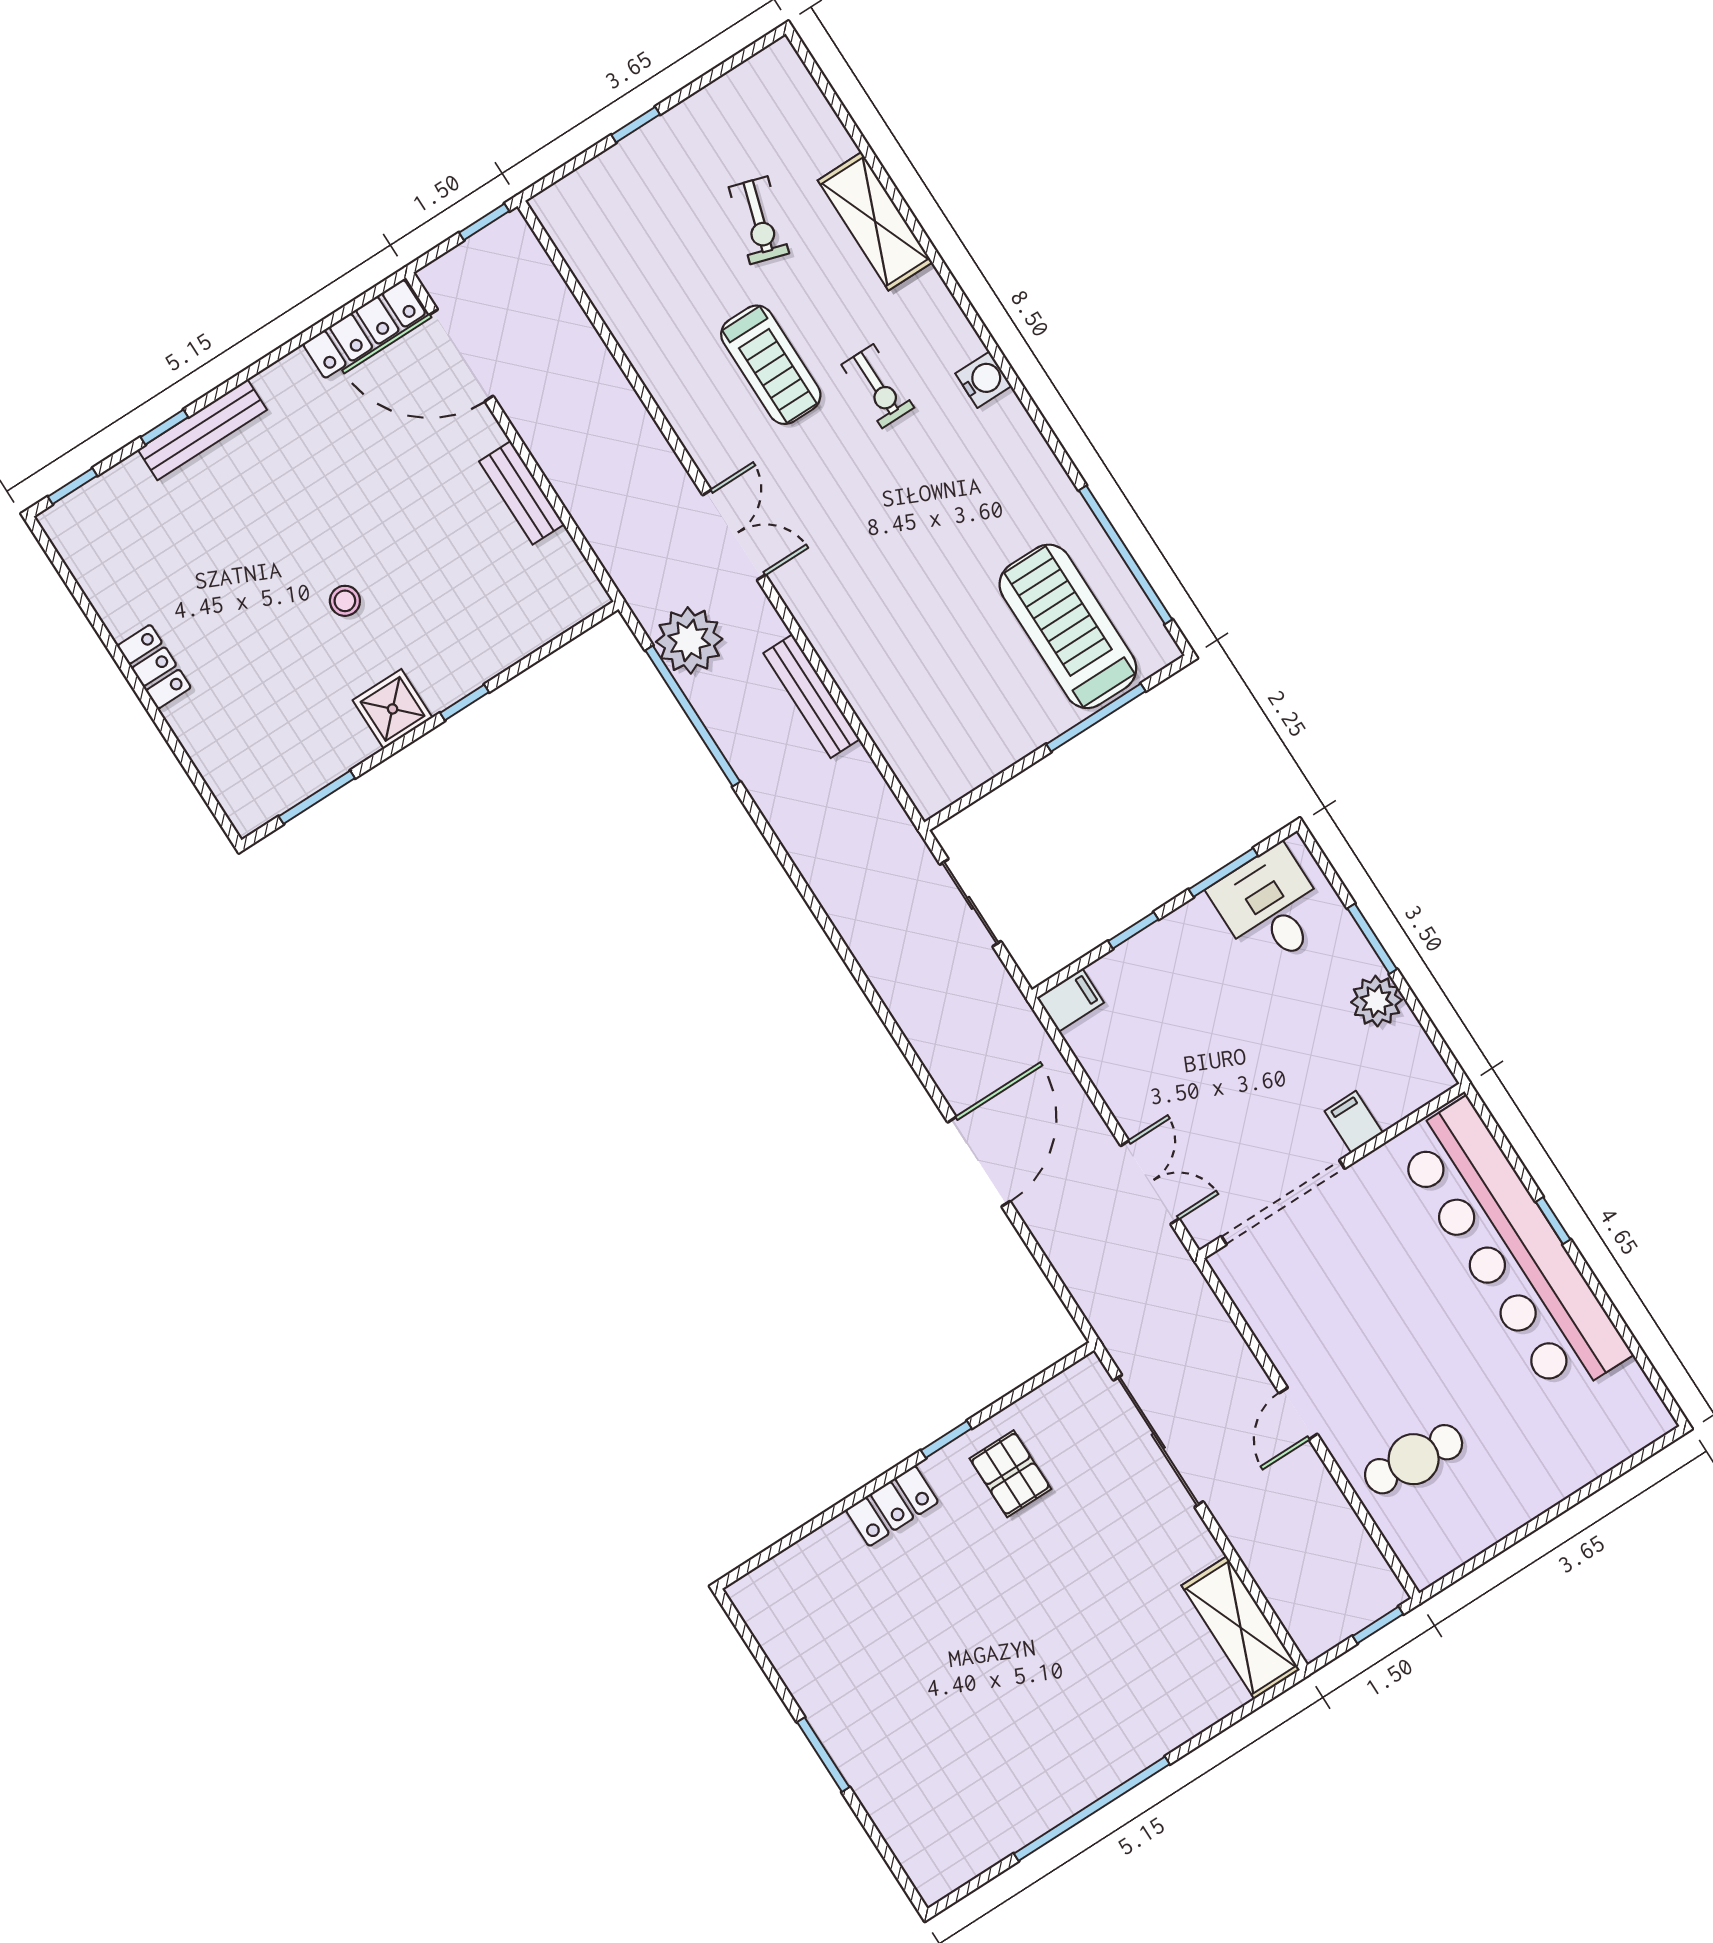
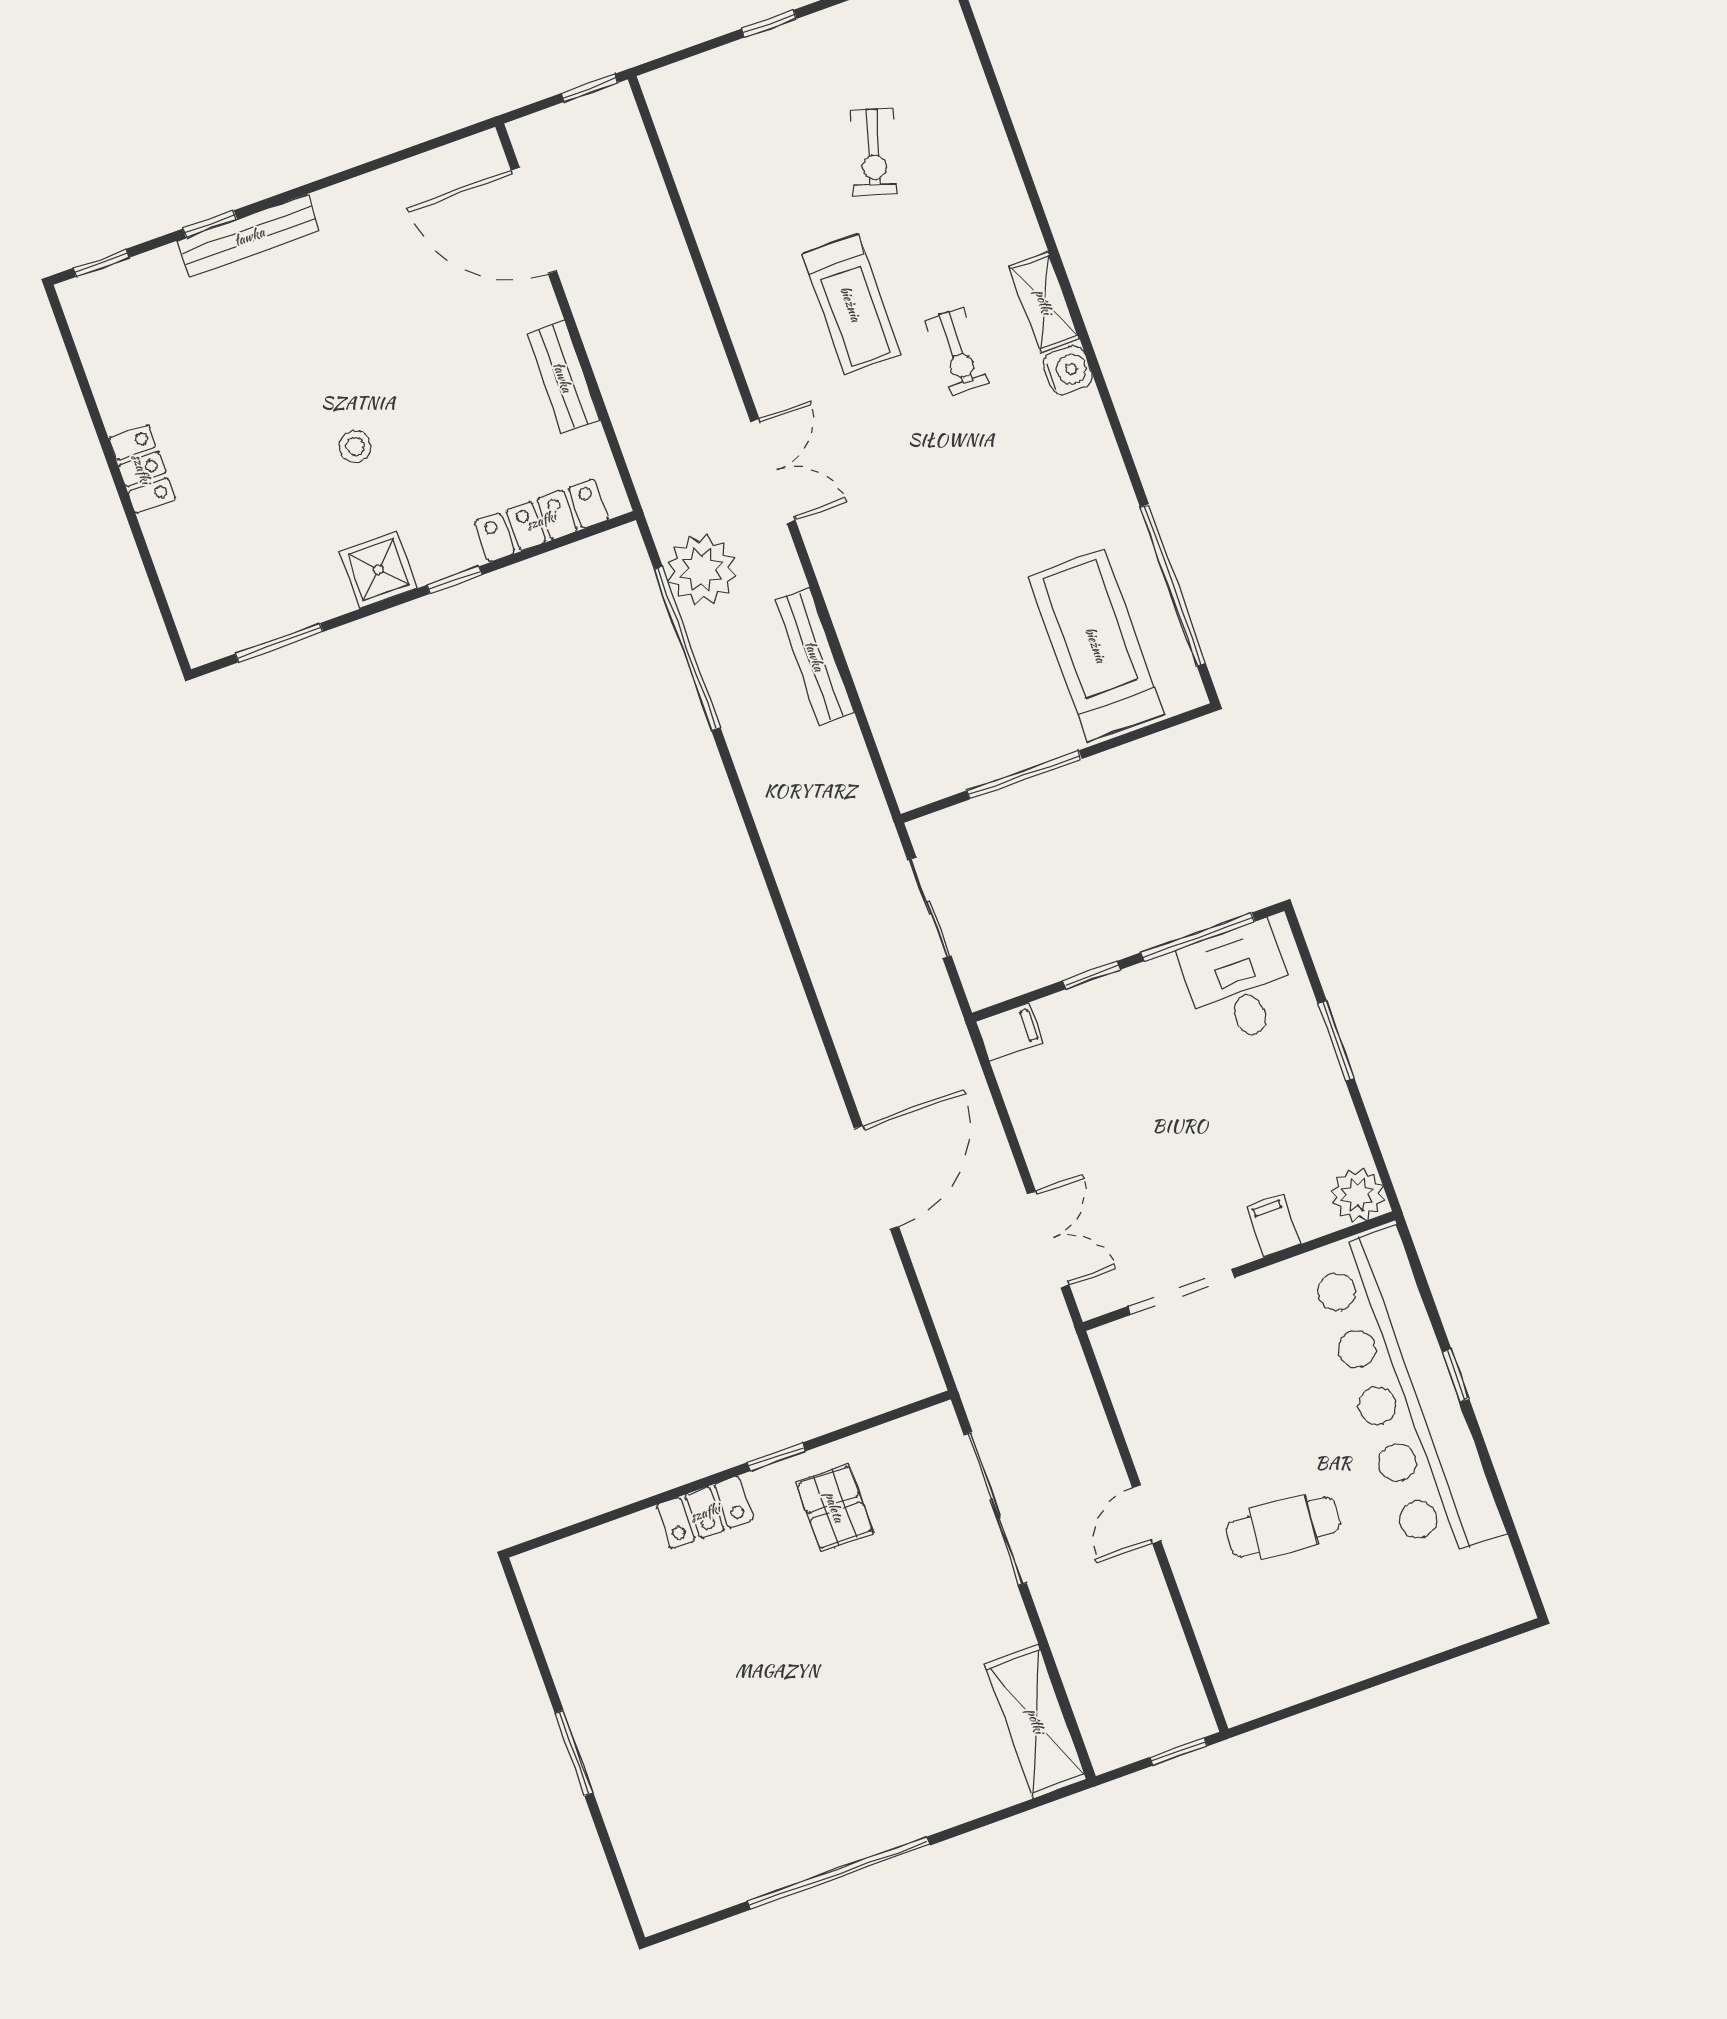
shelving: (875, 221) -> (1044, 302), moved, width x0.67, depth x0.75
locker: (364, 329) -> (541, 520), moved, turned 180
window: (1096, 718) -> (1024, 775), moved
window: (1223, 873) -> (1198, 937), width x1.44
plant: (1376, 1001) -> (1357, 1195), moved
doorway: (1283, 1202) -> (1181, 1292), width x0.73
cafe table: (1414, 1459) -> (1283, 1527), moved

